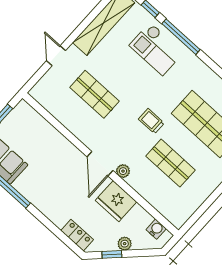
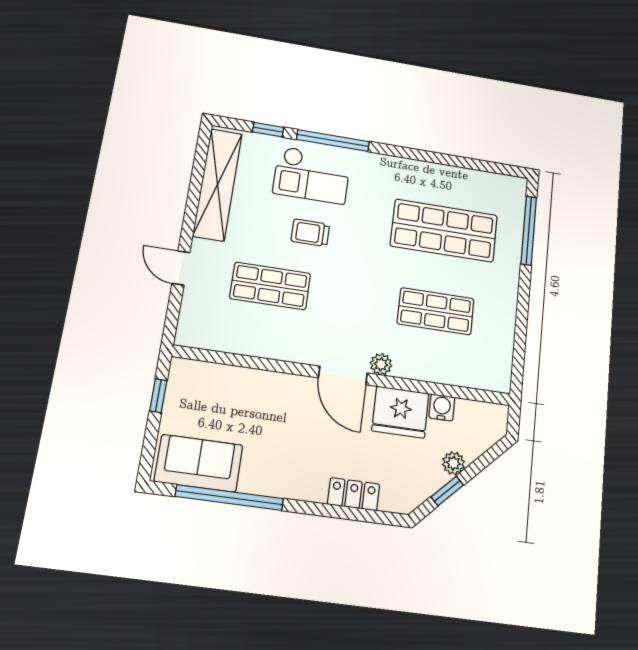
trolley: (151, 121) -> (310, 233), moved
water cooler: (156, 229) -> (442, 407), moved
locker: (77, 235) -> (354, 494), moved

